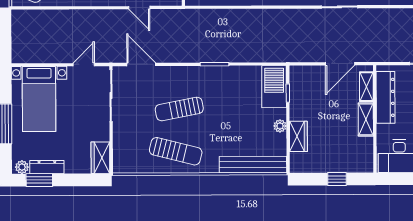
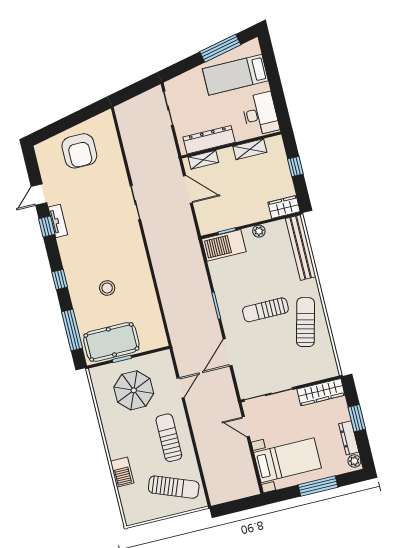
door: (141, 64) -> (228, 352), moved
sun lounger: (179, 109) -> (265, 310), moved, turned 101
shelving: (366, 119) -> (250, 149), moved
wardrobe: (298, 136) -> (284, 207), moved
wardrobe: (100, 158) -> (321, 392), width x1.50
window: (39, 180) -> (357, 418), moved

